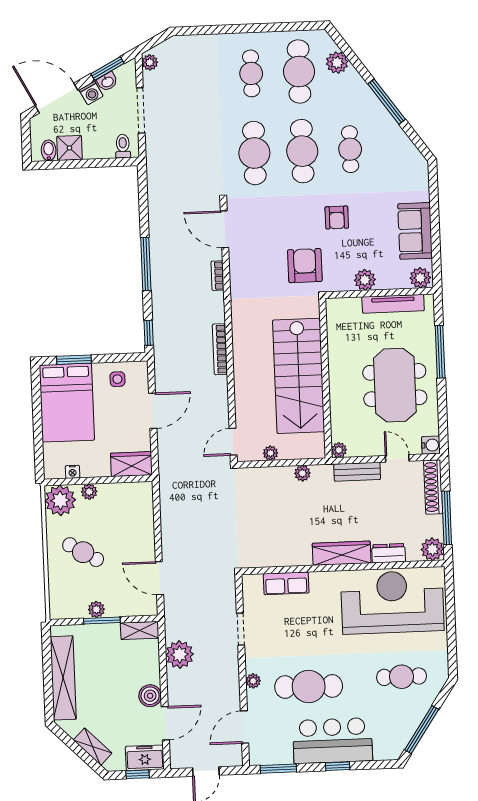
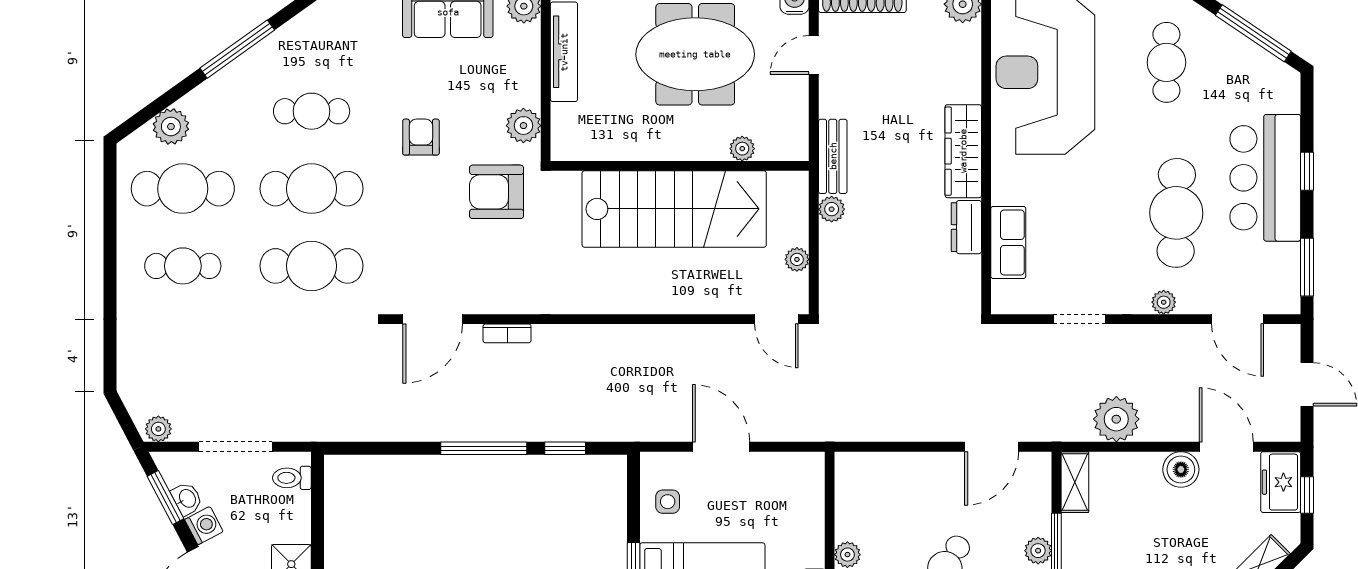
armchair: (337, 217) -> (421, 137), turned -90
plant: (365, 280) -> (523, 126), moved
window: (149, 333) -> (565, 448), moved
bookcase: (220, 349) -> (626, 334), removed
plant: (339, 450) -> (742, 149), moved
wardrobe: (131, 464) -> (806, 485), removed
bench: (357, 472) -> (833, 156), moved
dresser: (389, 553) -> (966, 227), moved

